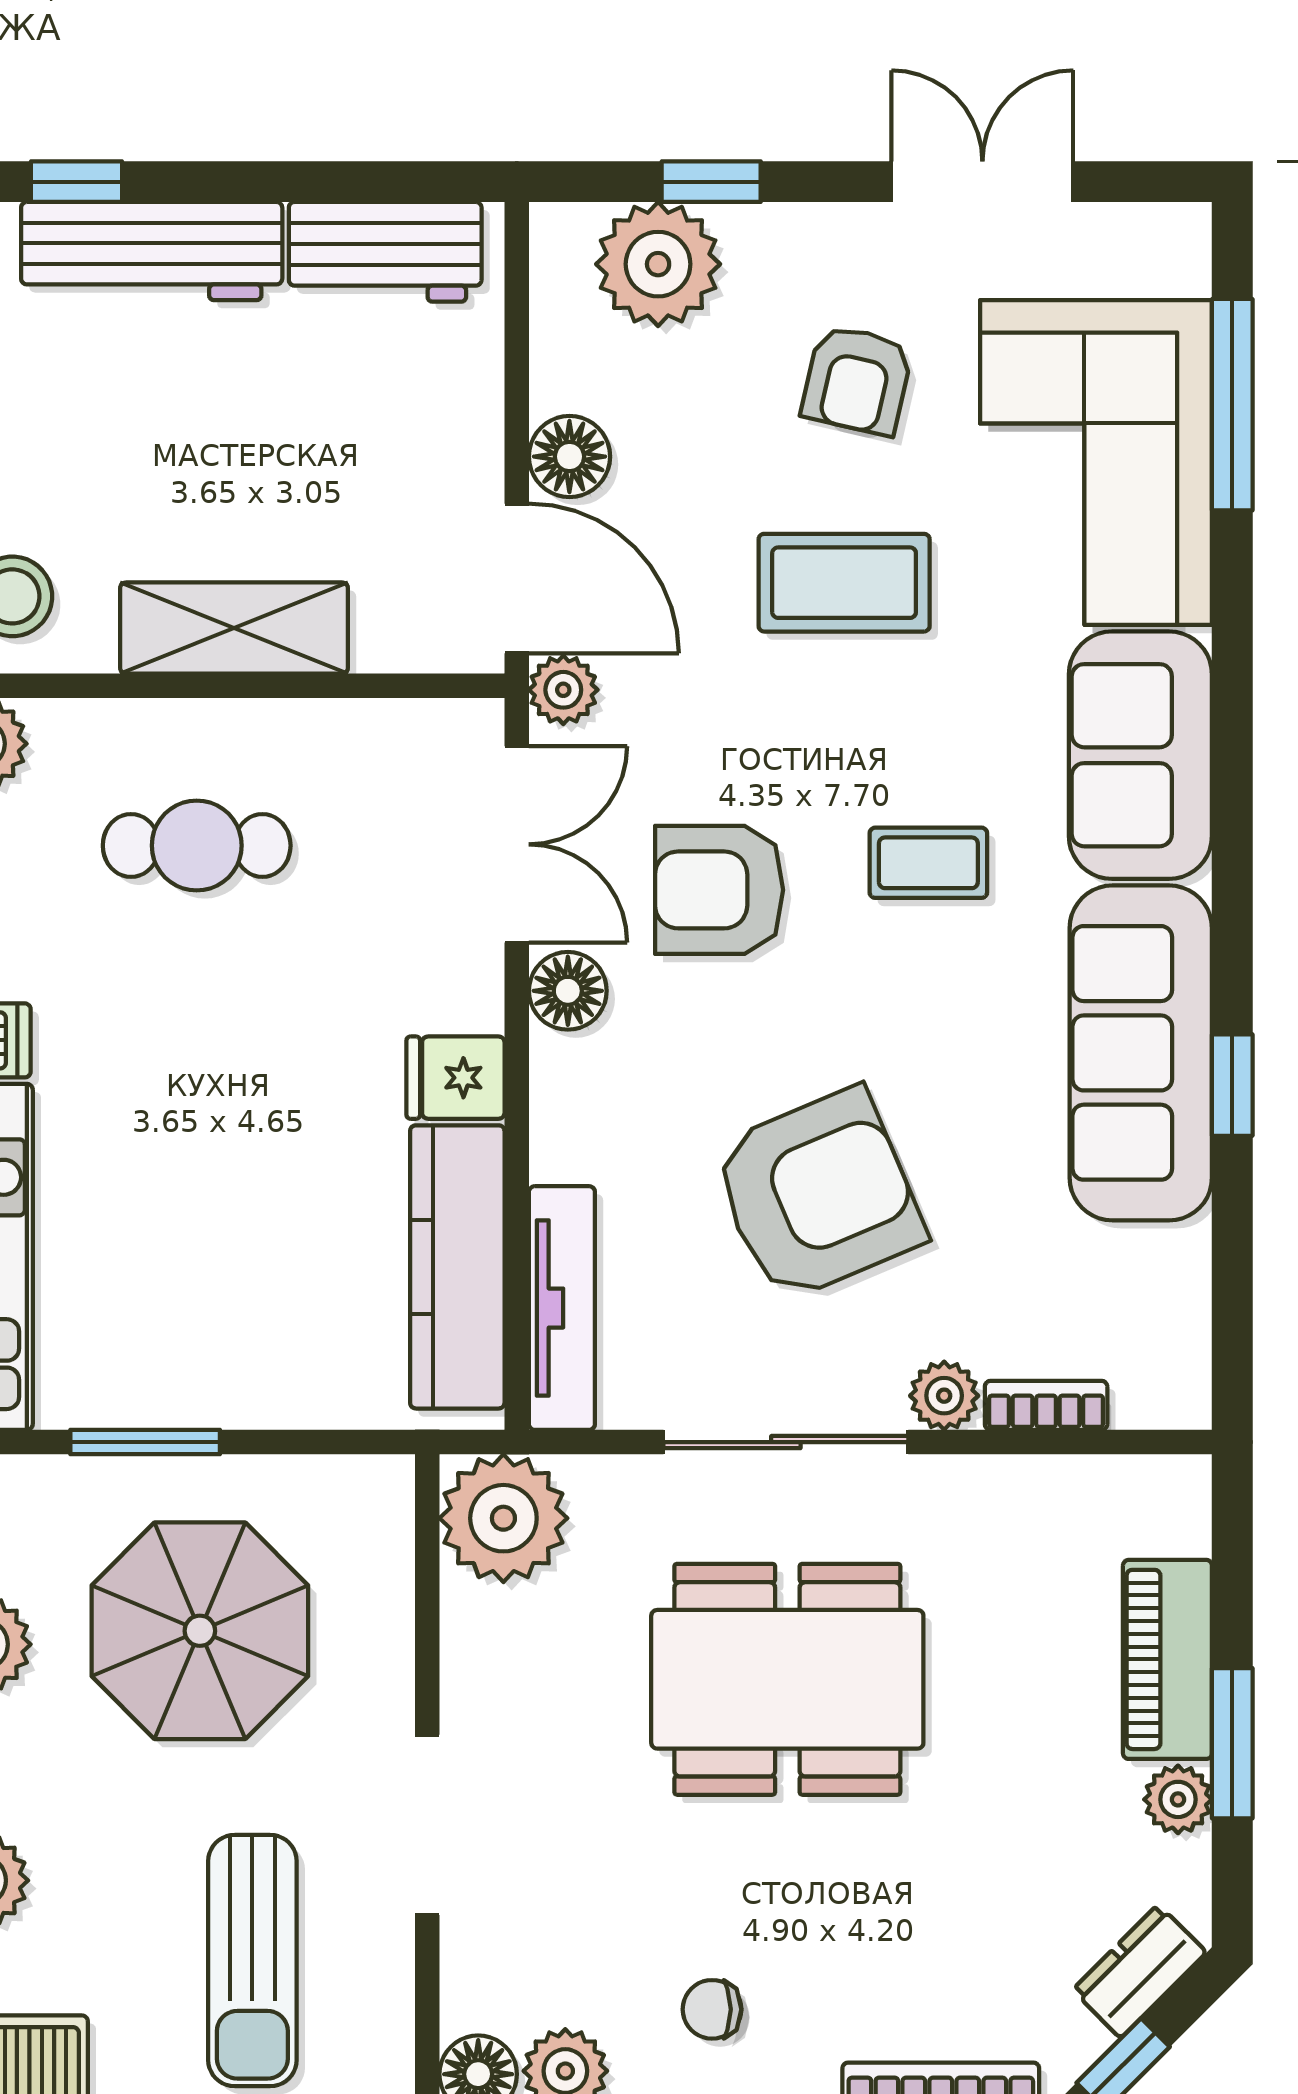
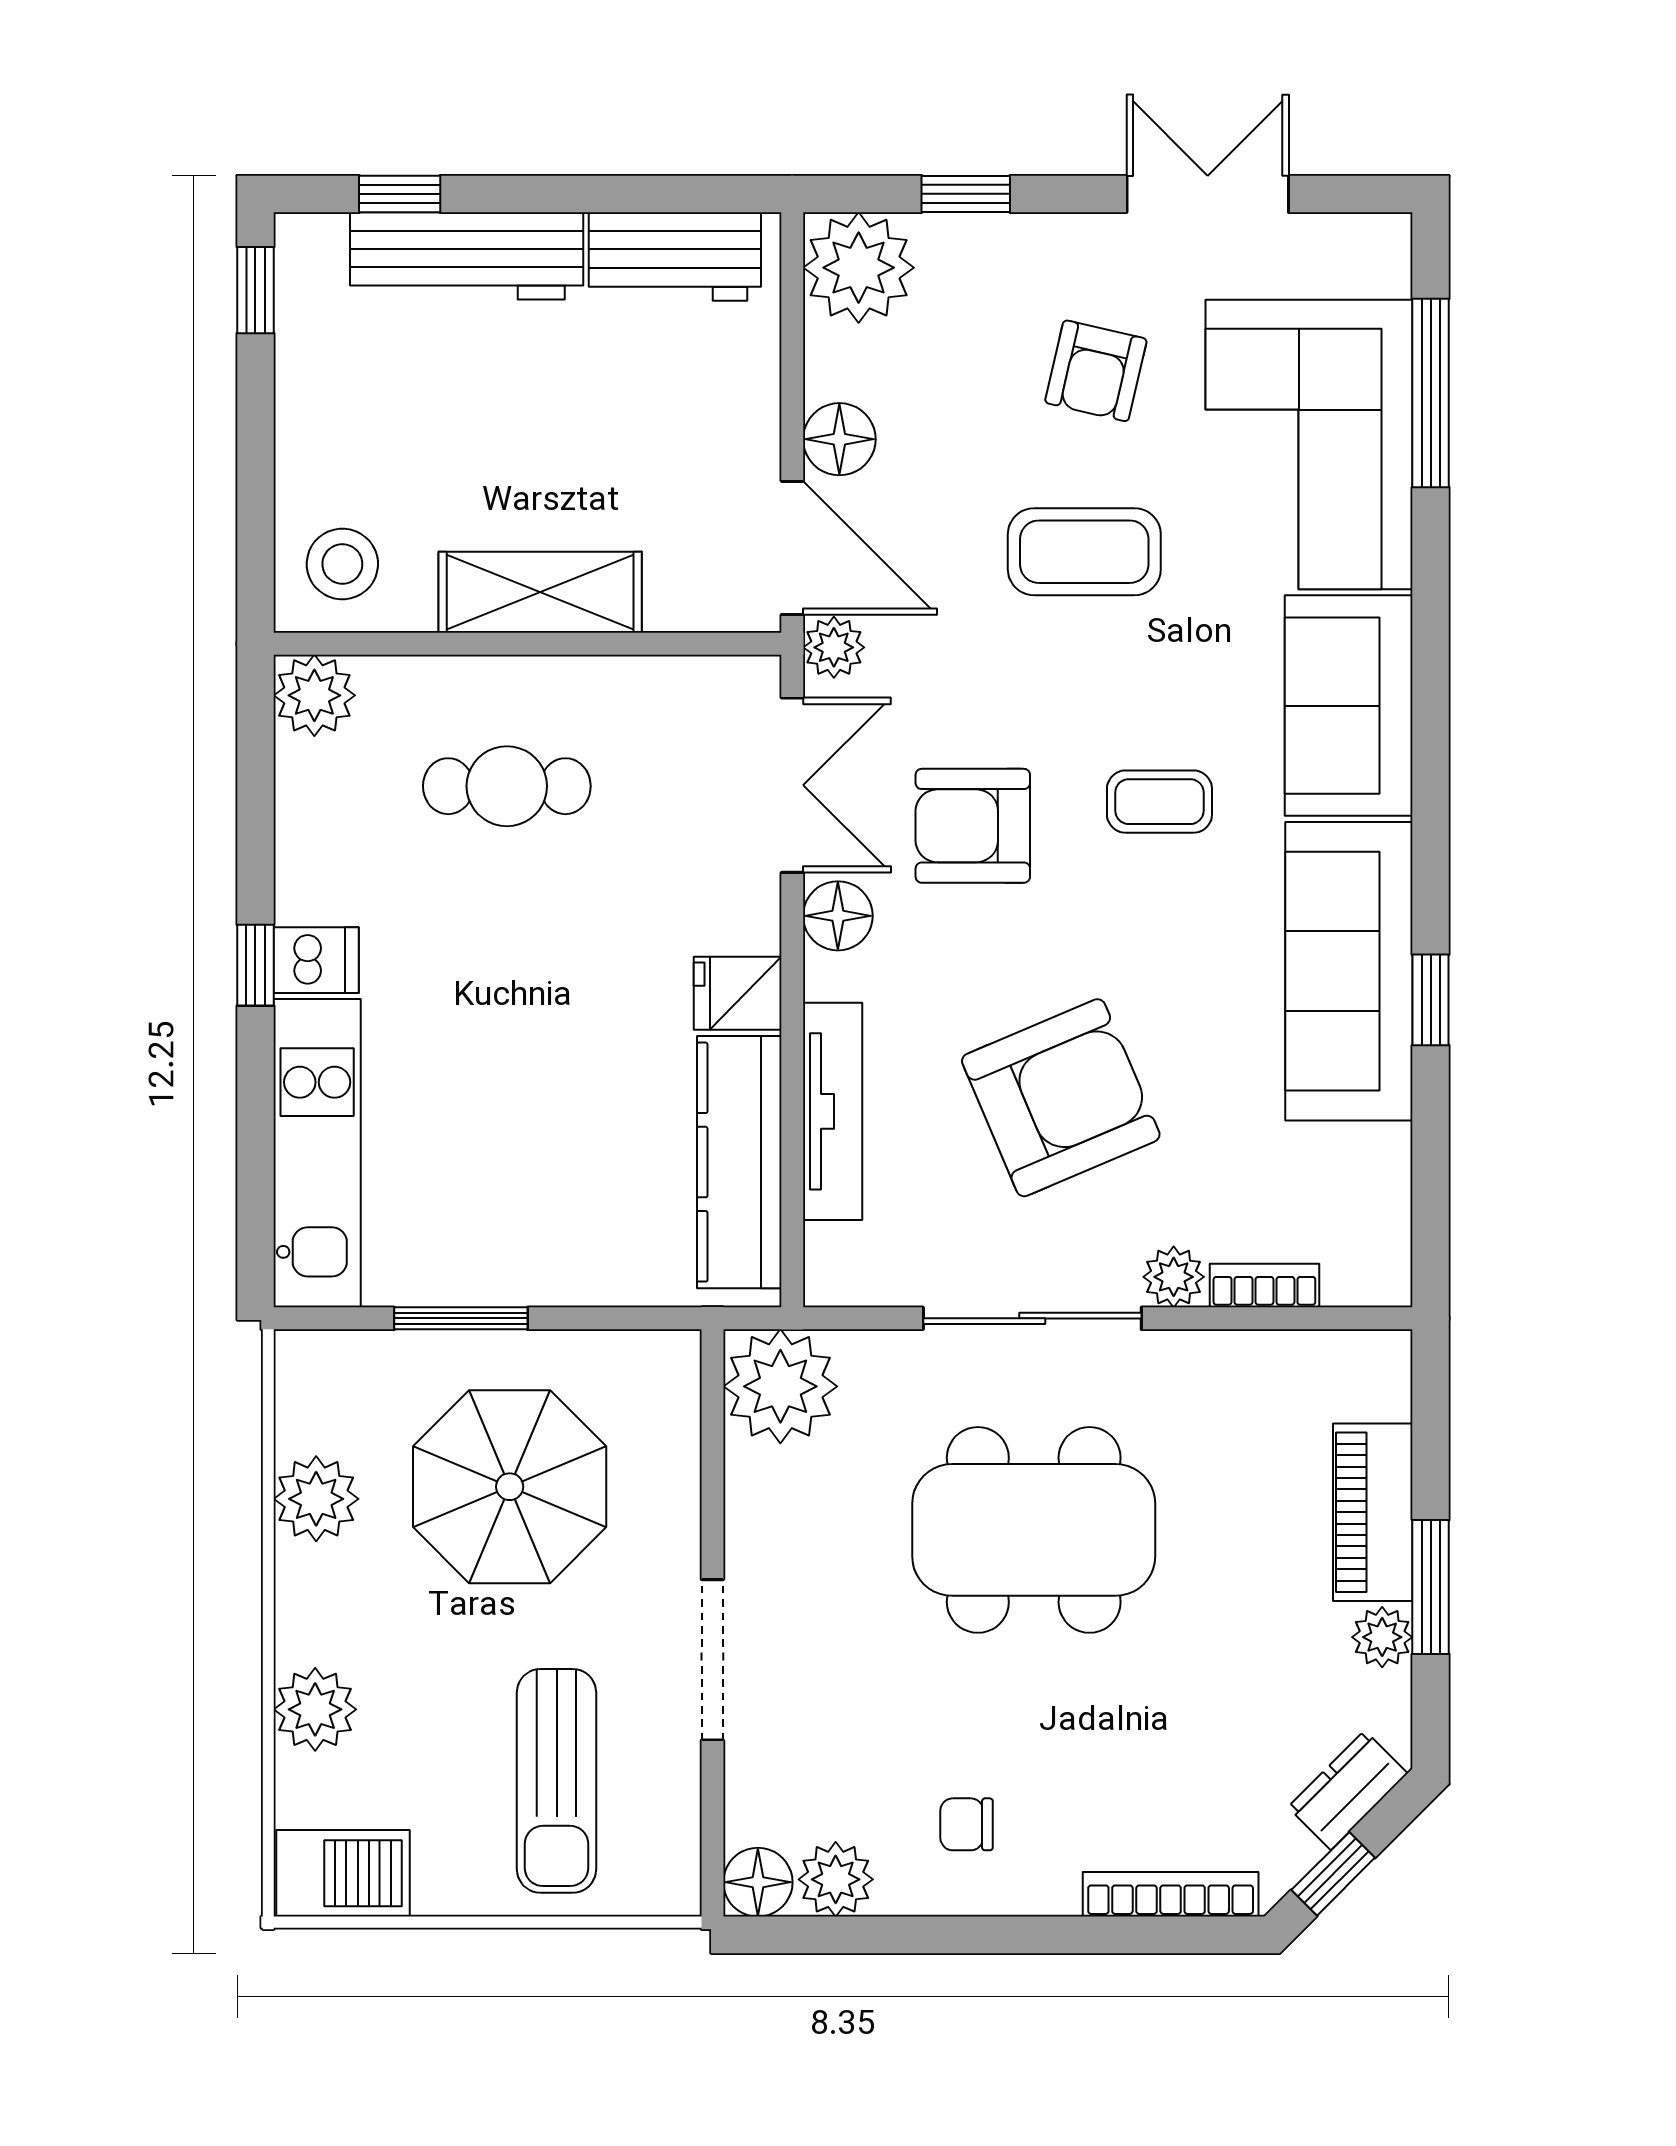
plant: (658, 264) -> (859, 268), moved
tv unit: (562, 1308) -> (833, 1111), moved

